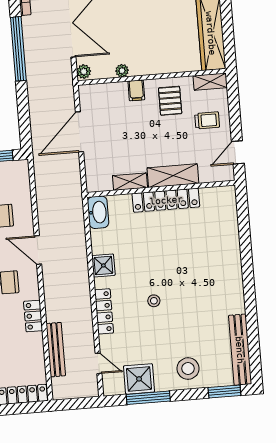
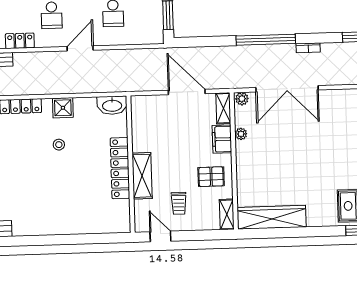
filing cabinet: (136, 90) -> (222, 139), width x2.00
trolley: (207, 120) -> (179, 203), moved
shelving: (130, 182) -> (223, 108), moved
stool: (154, 301) -> (59, 145), moved

